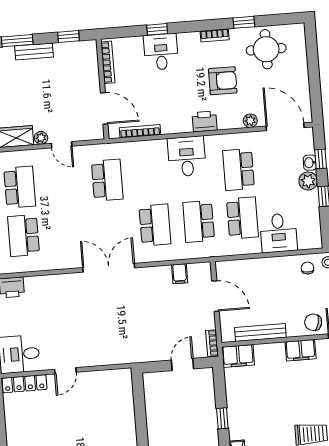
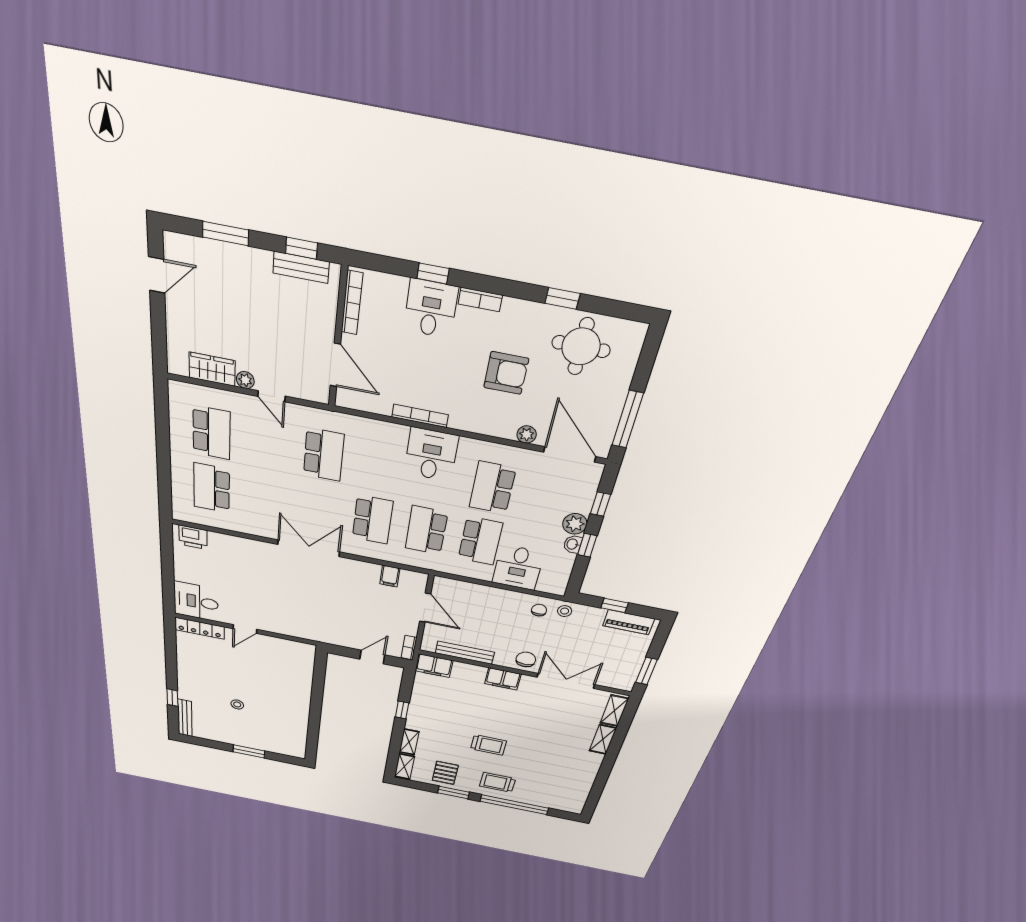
bookcase: (215, 35) -> (480, 300), moved
bench: (34, 51) -> (301, 267), moved
window: (315, 90) -> (628, 419), added
printer: (205, 121) -> (466, 419), removed
bookcase: (140, 131) -> (420, 416), moved
washbasin: (310, 163) -> (573, 544), moved
chair: (313, 322) -> (526, 659), turned 75

